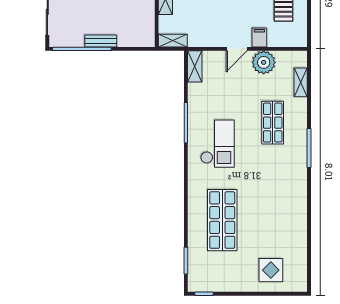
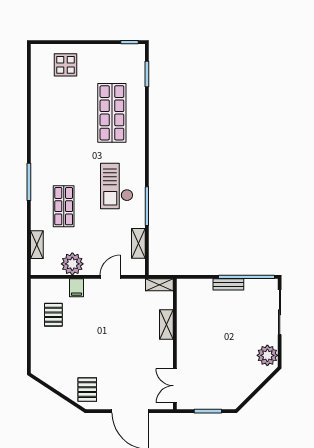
door: (237, 49) -> (110, 277), moved
shelving: (195, 66) -> (138, 243), moved

